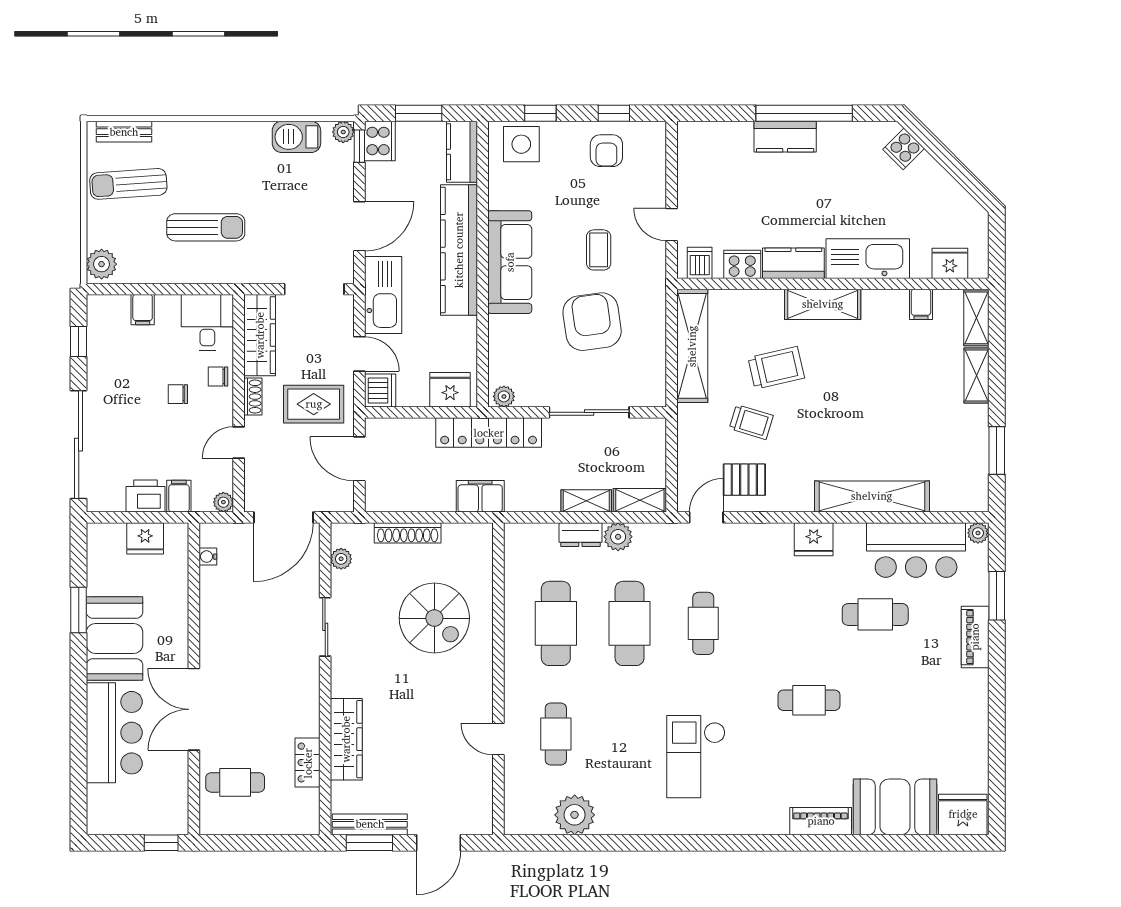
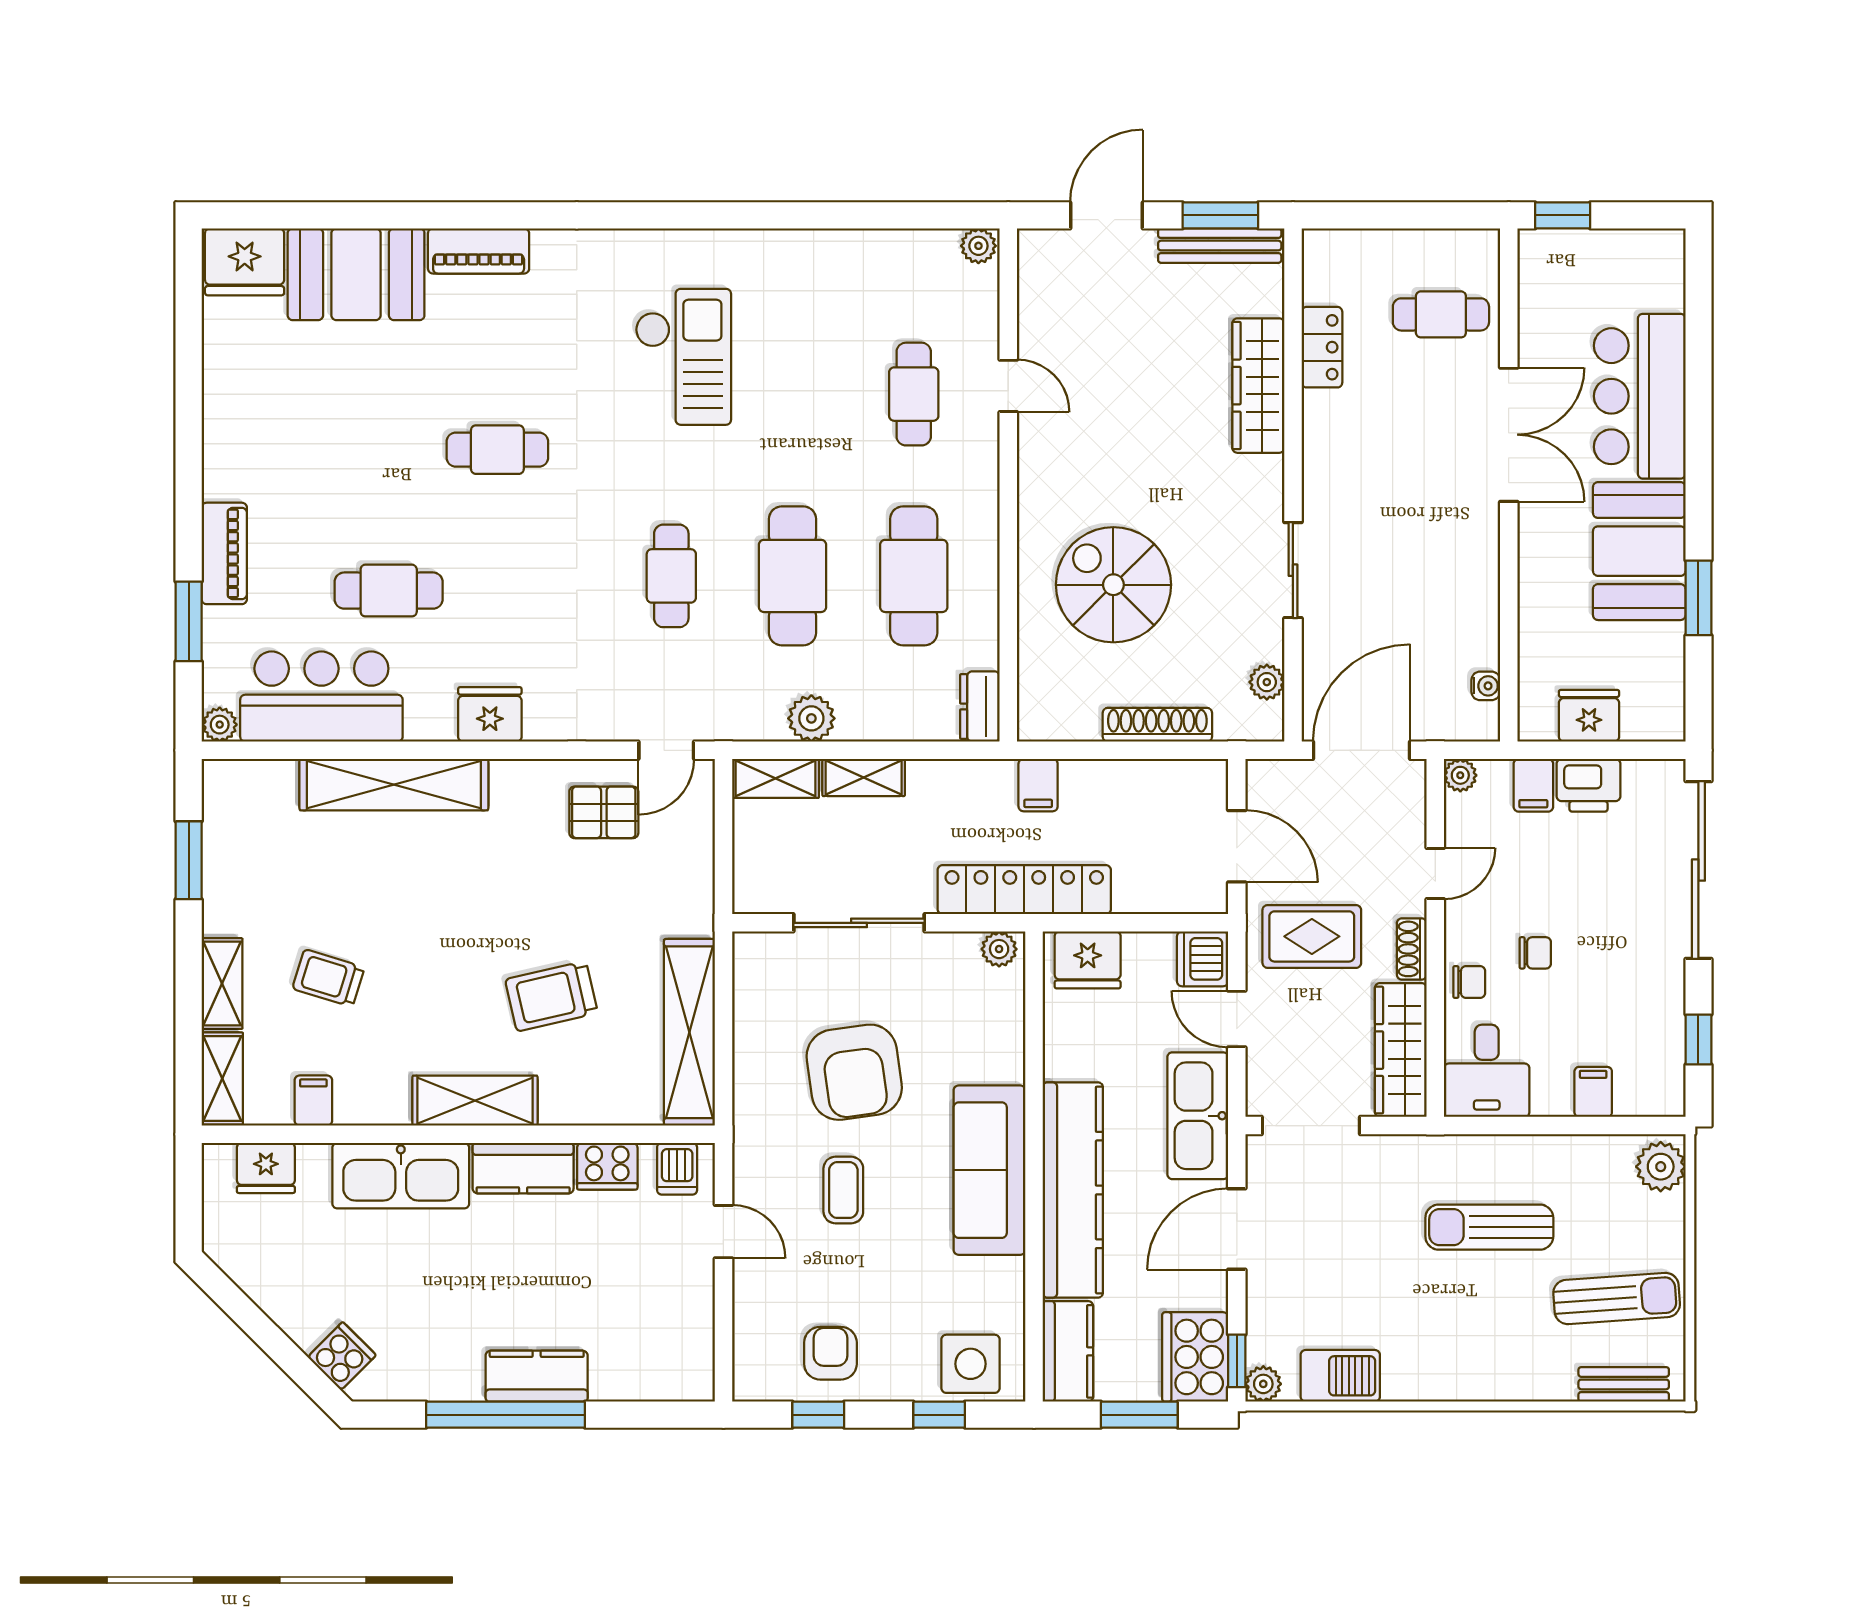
cooker: (380, 141) -> (1195, 1357), width x1.37, depth x1.31
trolley: (751, 422) -> (328, 978), moved
filing cabinet: (480, 496) -> (1038, 785), width x0.50
dresser: (580, 535) -> (980, 707), moved, turned -90
plant: (575, 815) -> (978, 246), moved, width x0.53, depth x0.53

